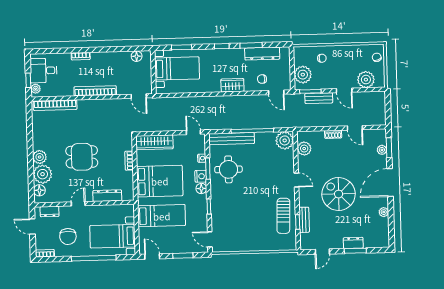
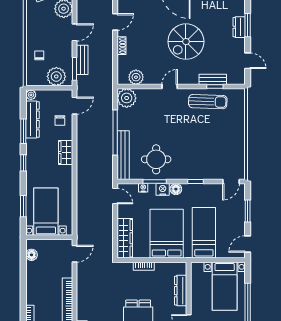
plant: (285, 51) -> (31, 95), added
door: (193, 132) -> (115, 196), swing flipped

